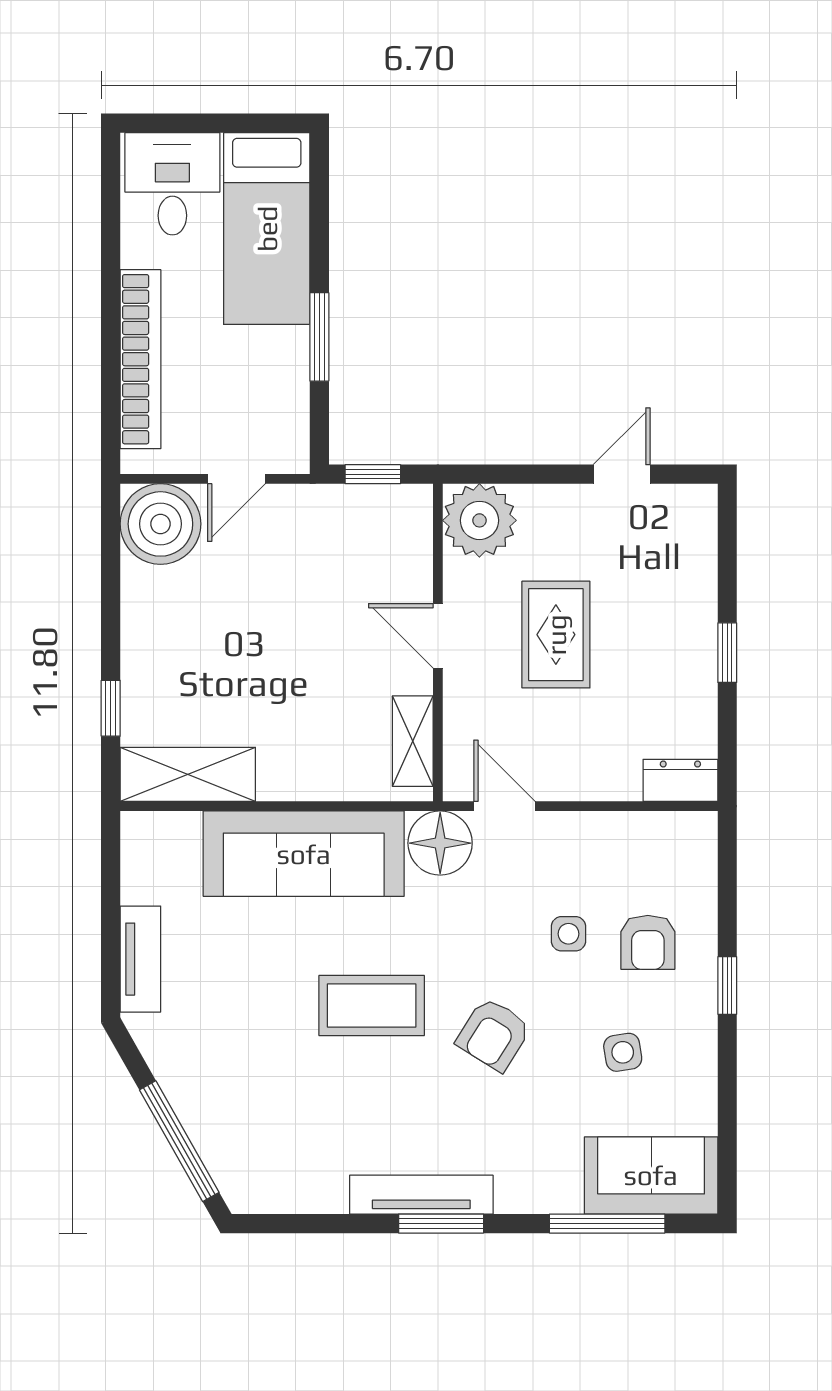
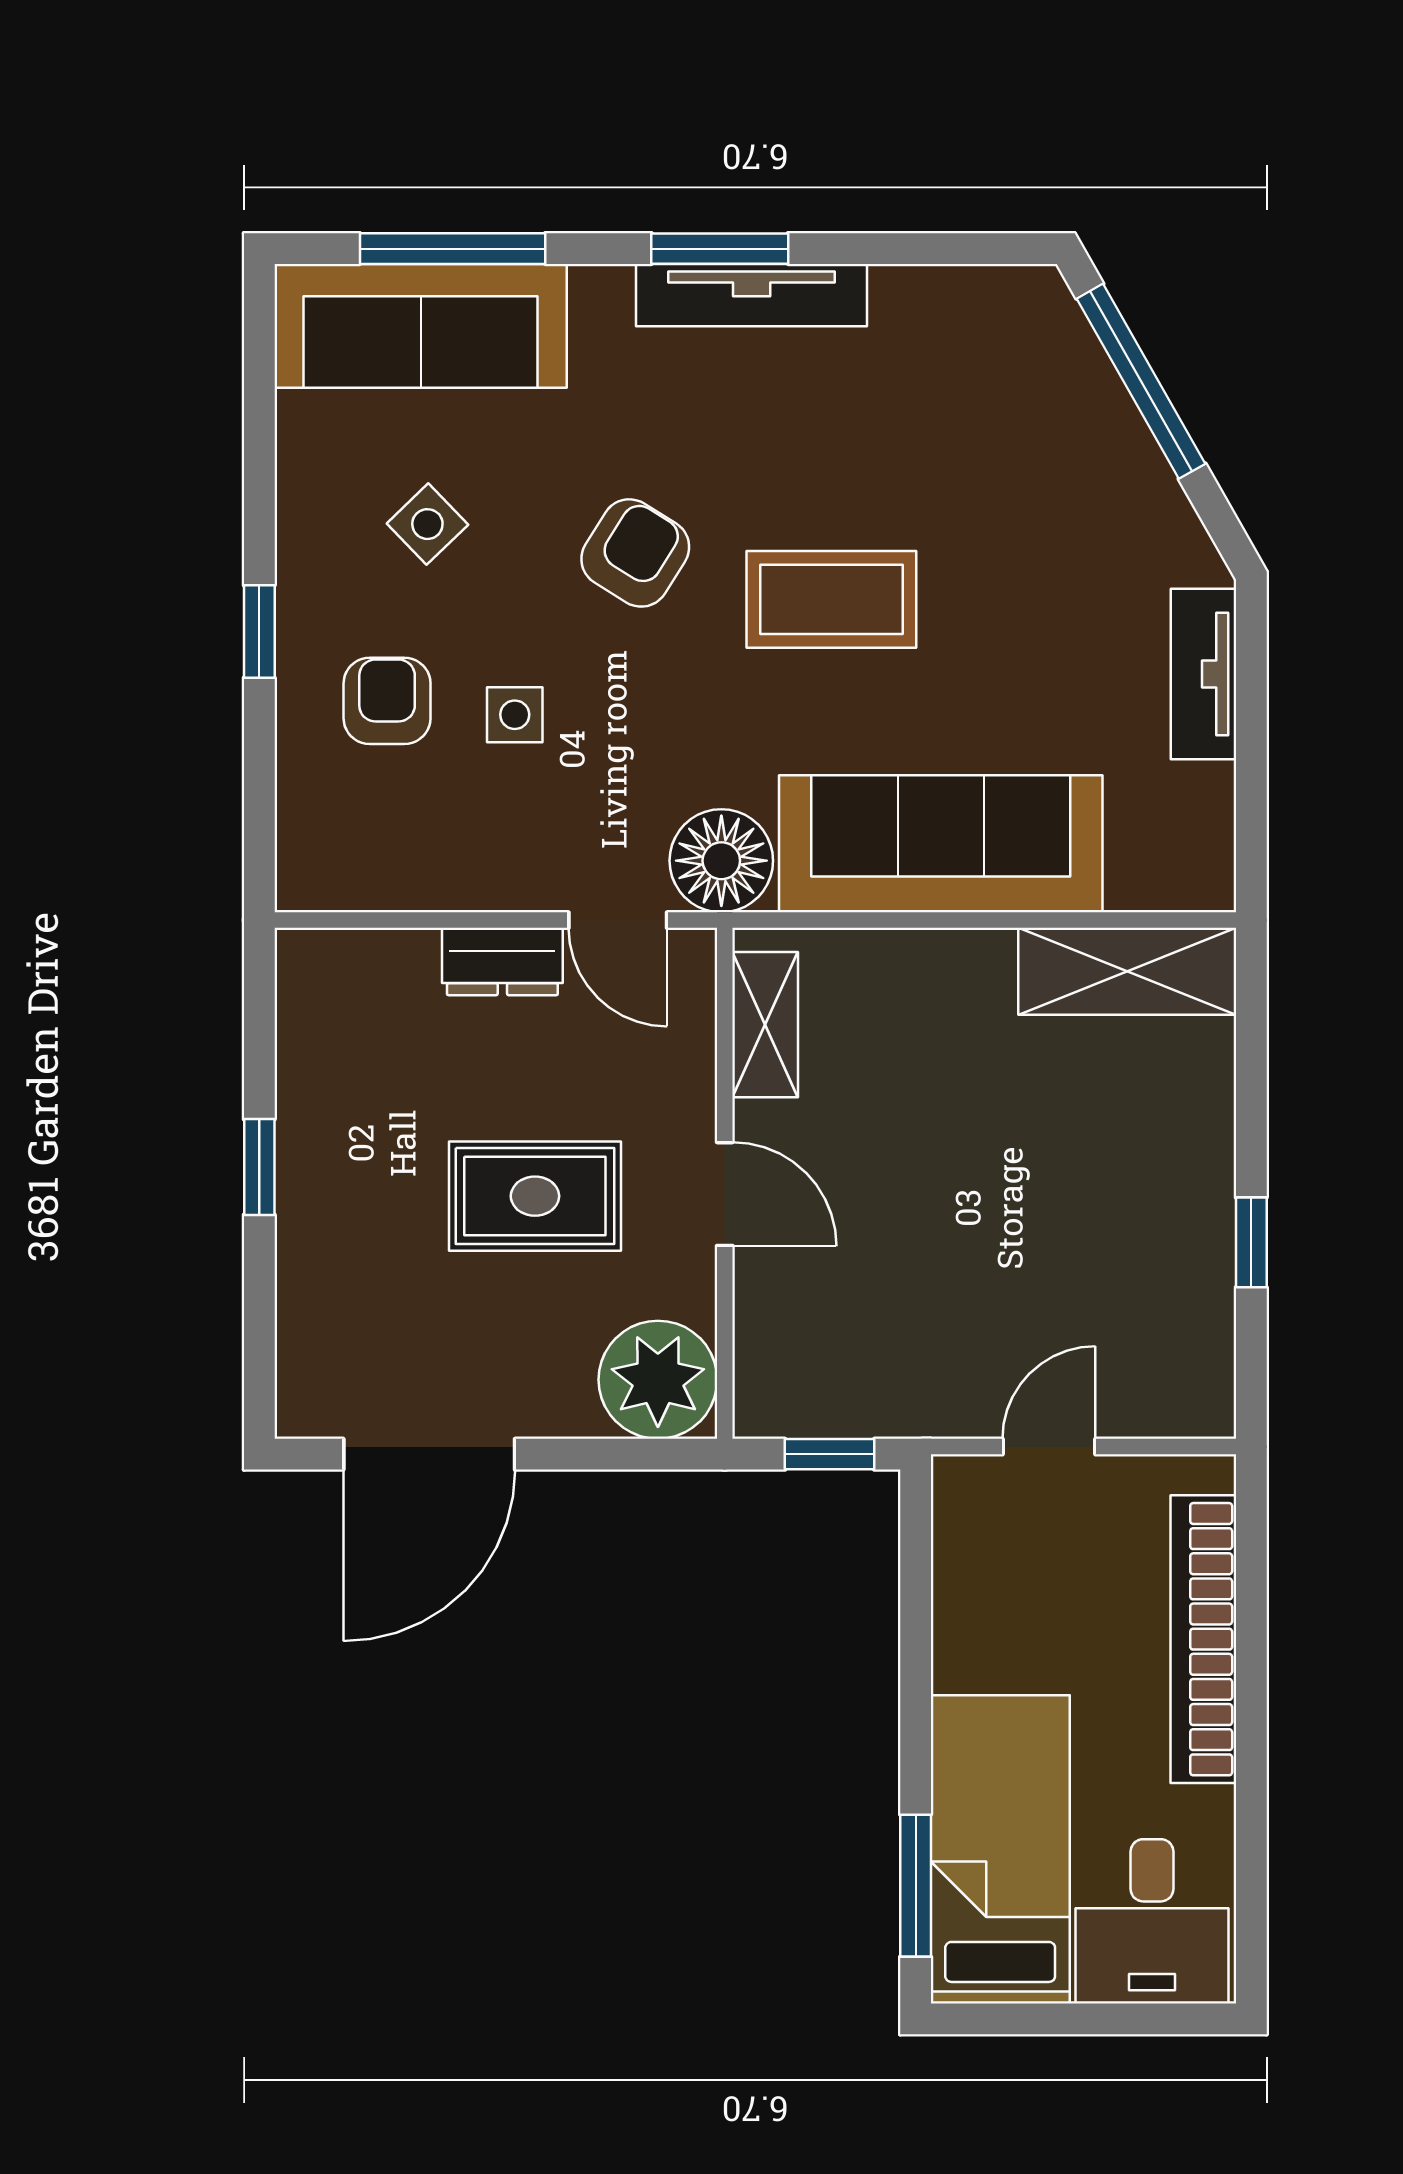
window: (319, 337) -> (916, 1886), moved
door: (622, 474) -> (429, 1454), width x1.88
boiler: (160, 524) -> (1171, 1374), removed
rug: (556, 635) -> (535, 1196), turned 90
window: (111, 708) -> (1251, 1242), moved
dresser: (680, 780) -> (502, 962), moved
side table: (623, 1052) -> (427, 524), turned -35
sofa: (651, 1175) -> (421, 326), width x1.36

